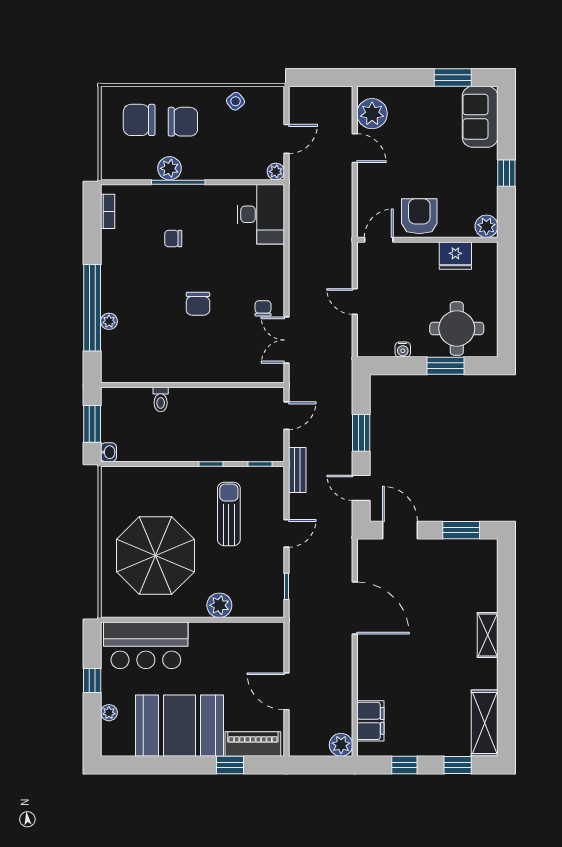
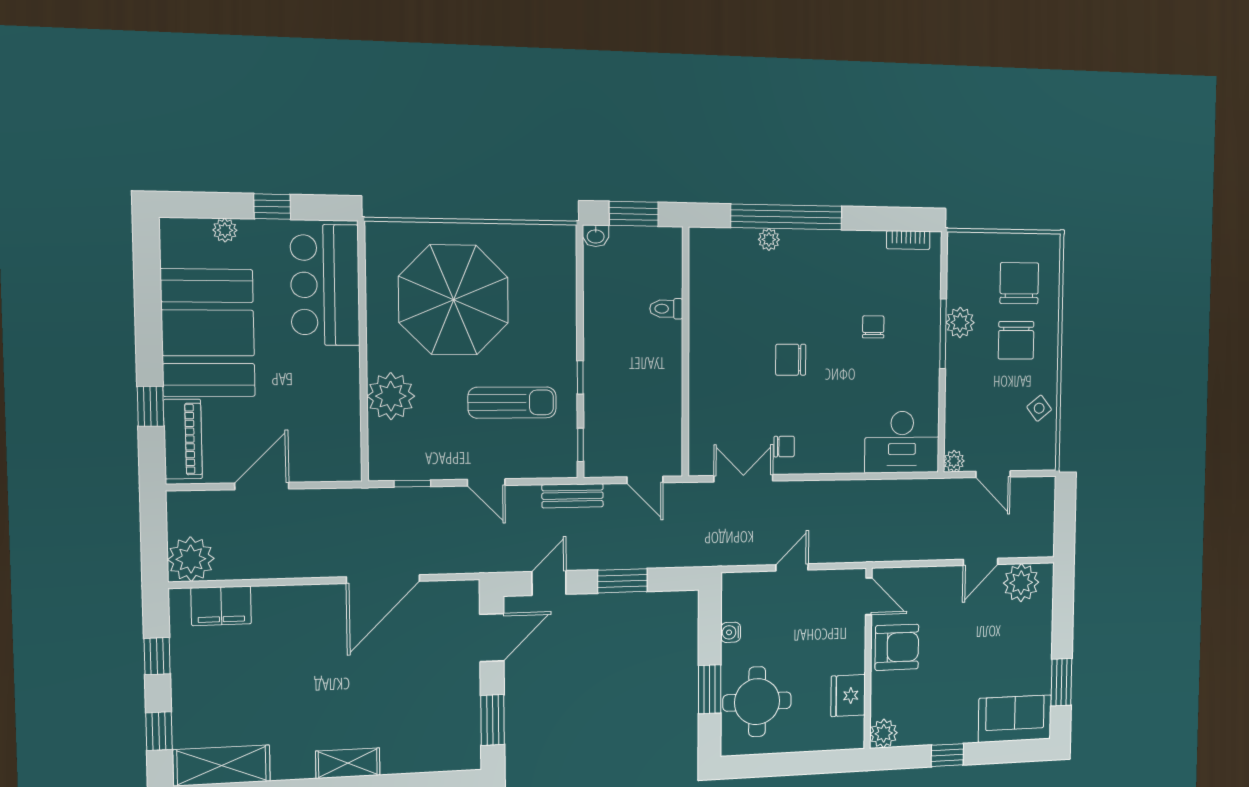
plant: (219, 605) -> (391, 396), width x1.36, depth x1.36
plant: (341, 745) -> (191, 559), width x1.36, depth x1.36

